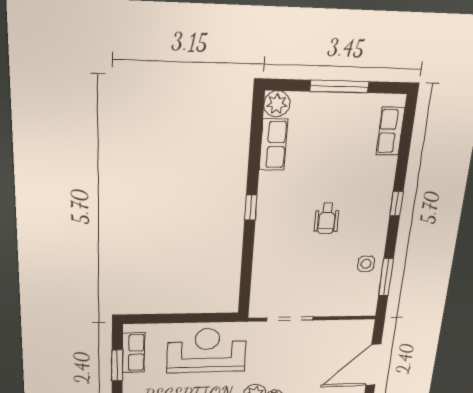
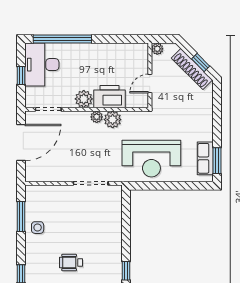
wheelchair: (327, 219) -> (71, 263), turned -90
window: (117, 366) -> (217, 161), moved

